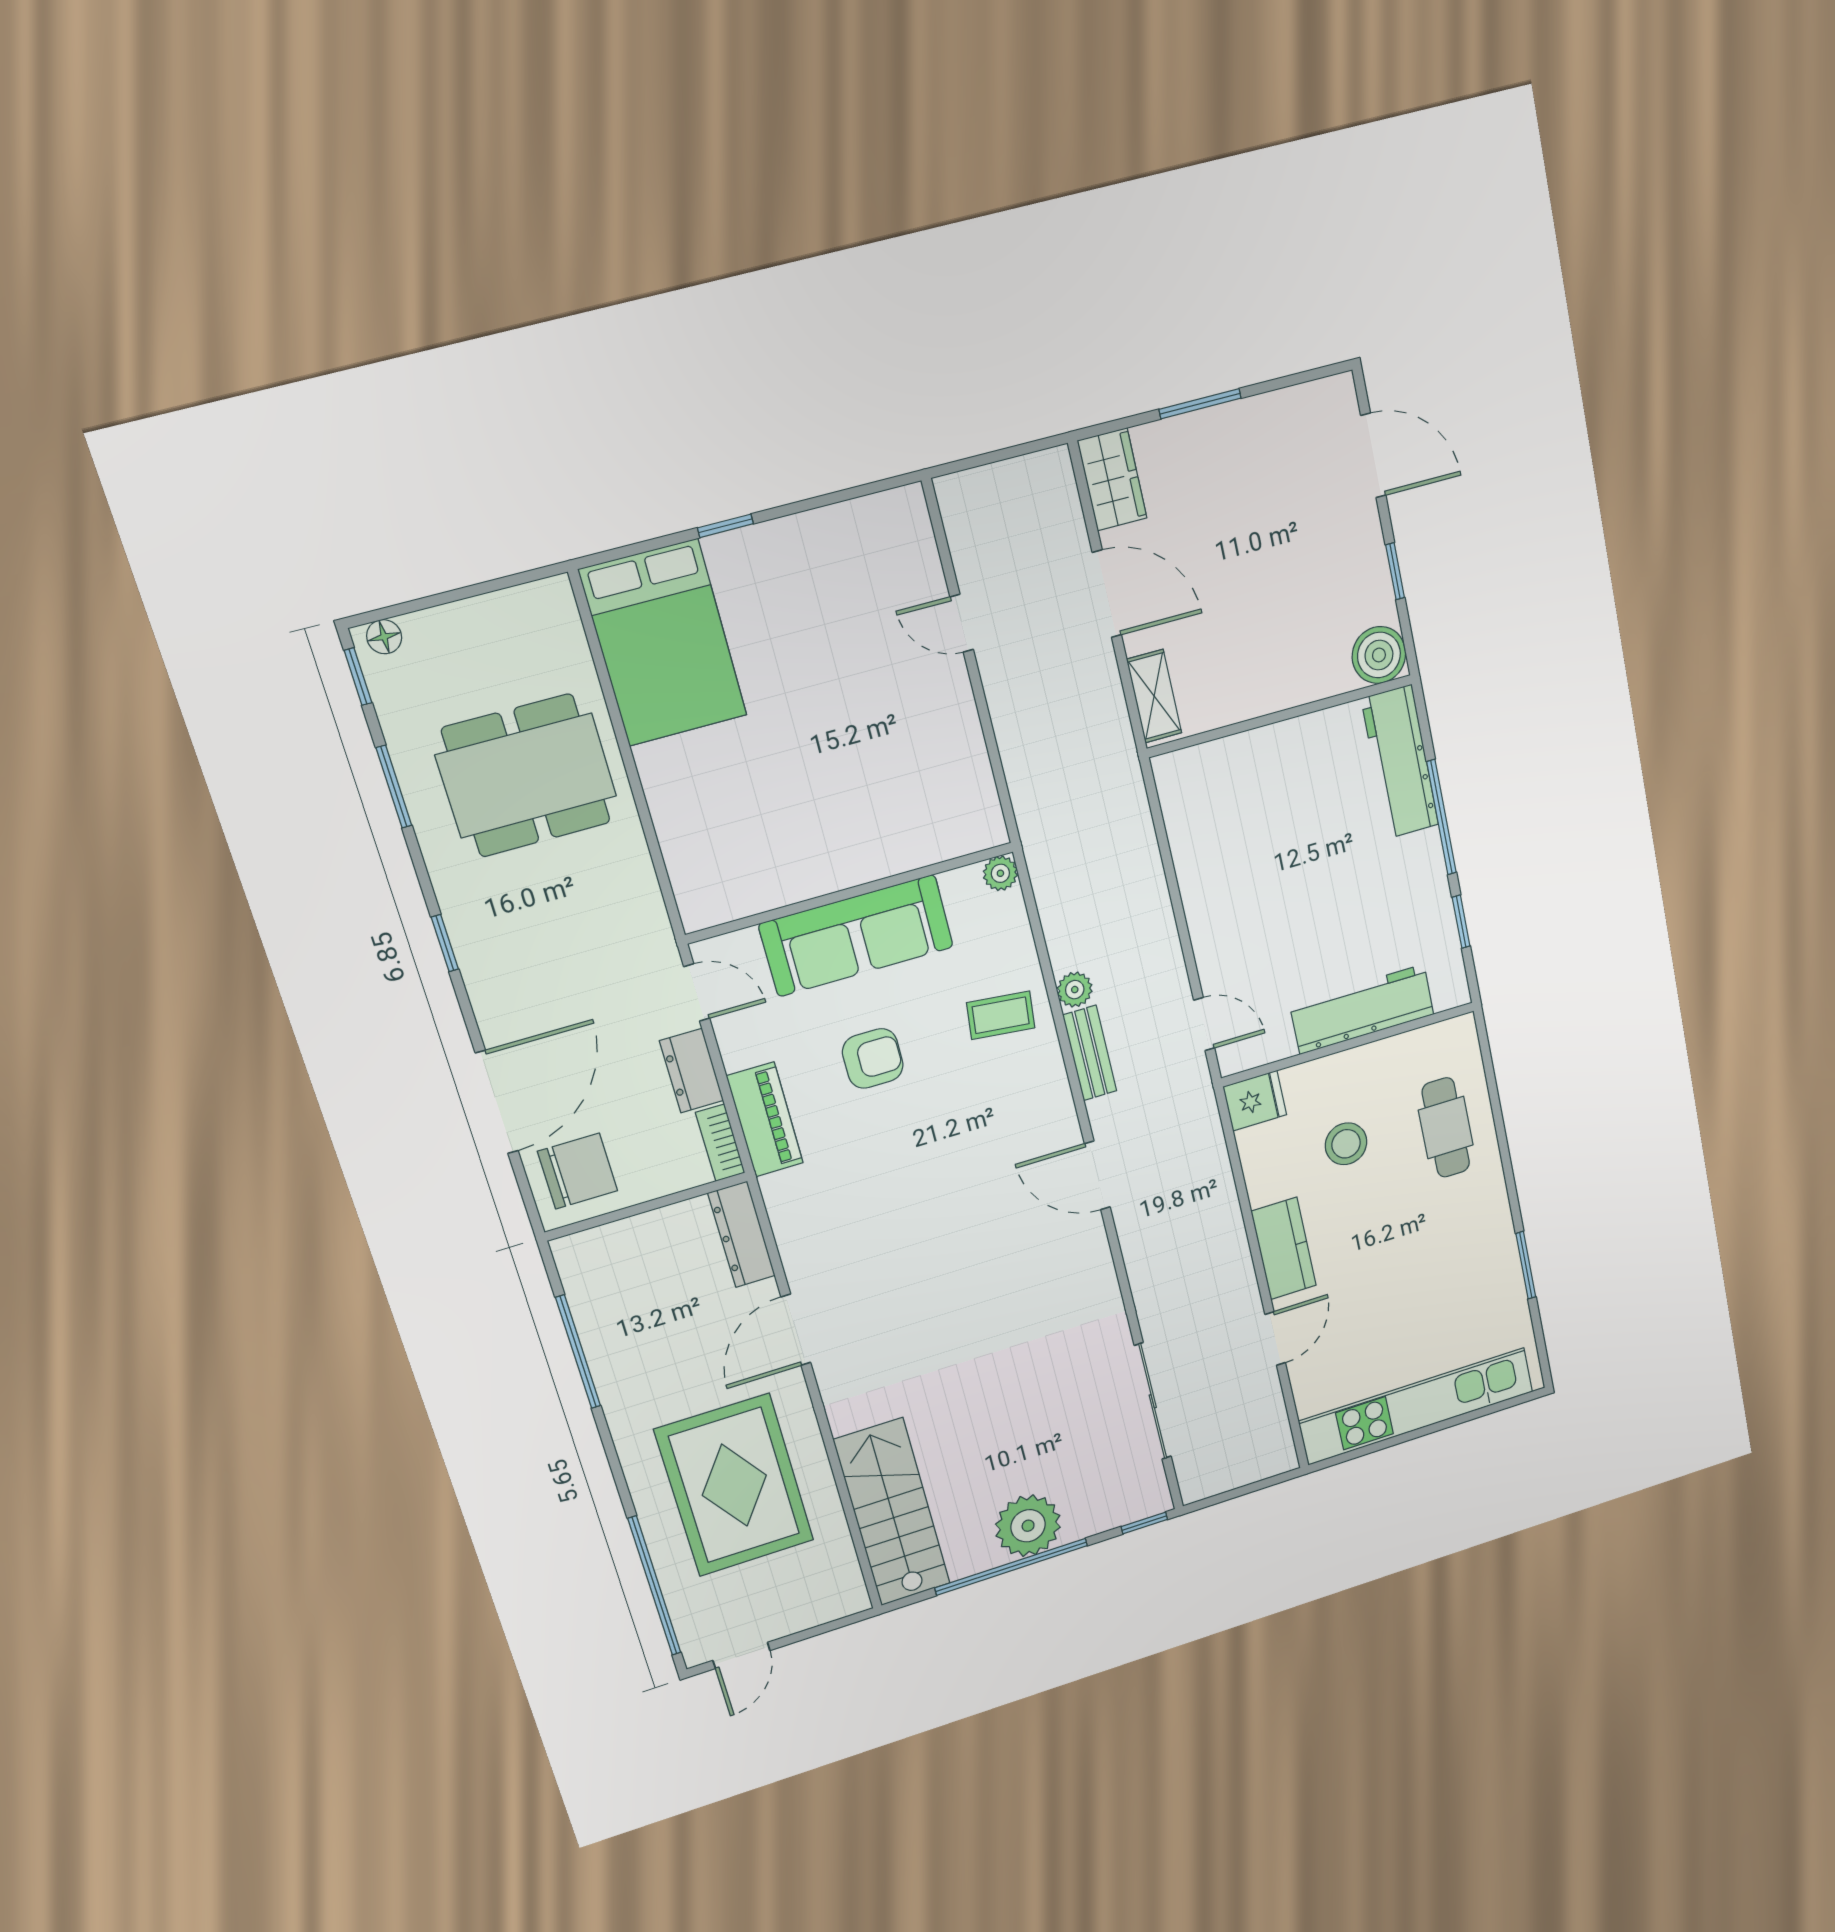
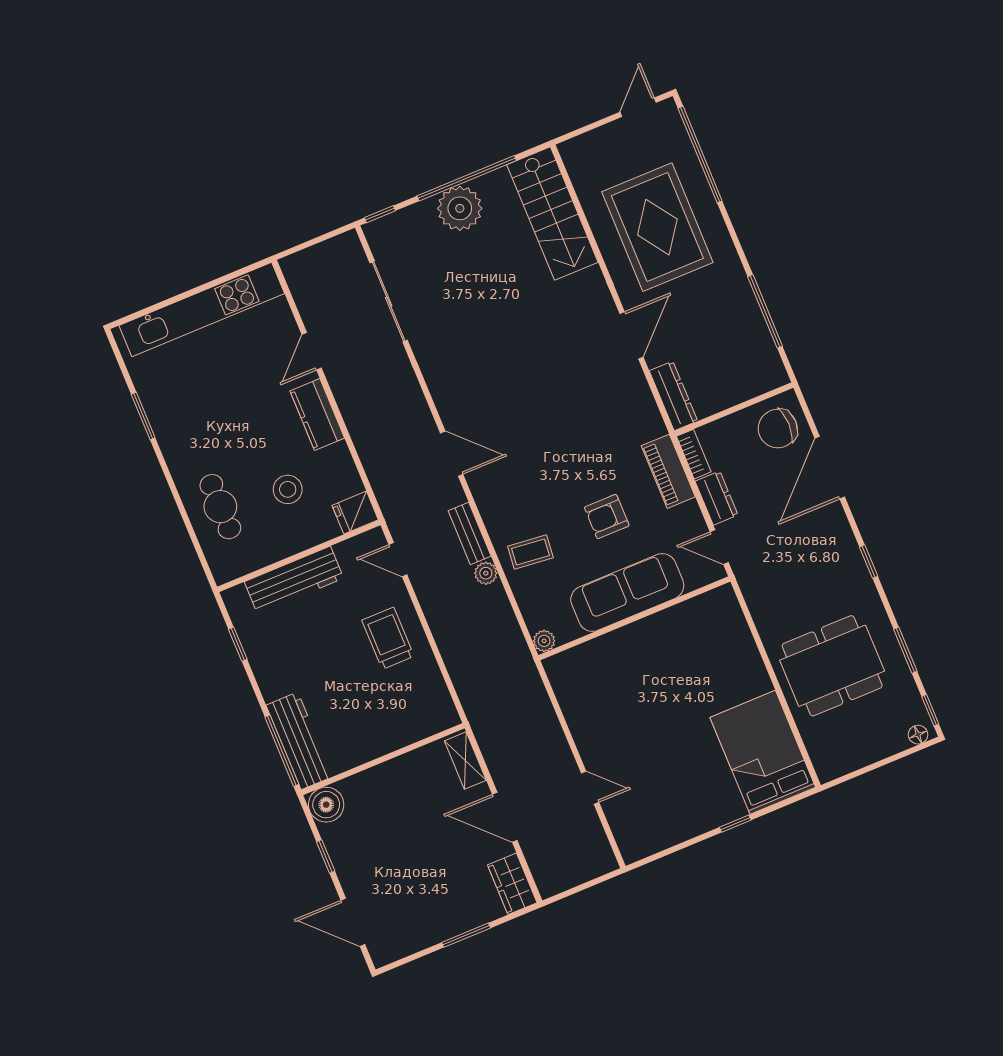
window: (1441, 817) -> (282, 751), moved
trolley: (1240, 905) -> (388, 638), added

